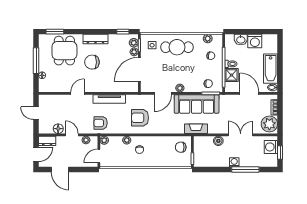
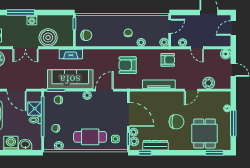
dresser: (95, 39) -> (156, 145), moved
door: (139, 69) -> (128, 114), hinge flipped
plant: (60, 100) -> (209, 83), added
armchair: (140, 118) -> (128, 65), turned 180
floor lamp: (58, 129) -> (226, 54), moved
dresser: (47, 141) -> (222, 42), removed
boiler: (218, 141) -> (48, 38), width x1.86, depth x1.86

